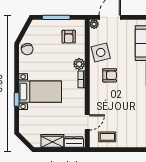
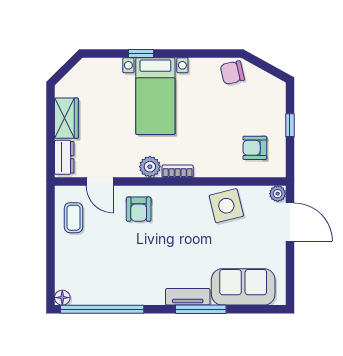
window: (56, 17) -> (290, 125), width x0.46
plant: (79, 64) -> (150, 167), moved
armchair: (110, 75) -> (139, 209), moved

